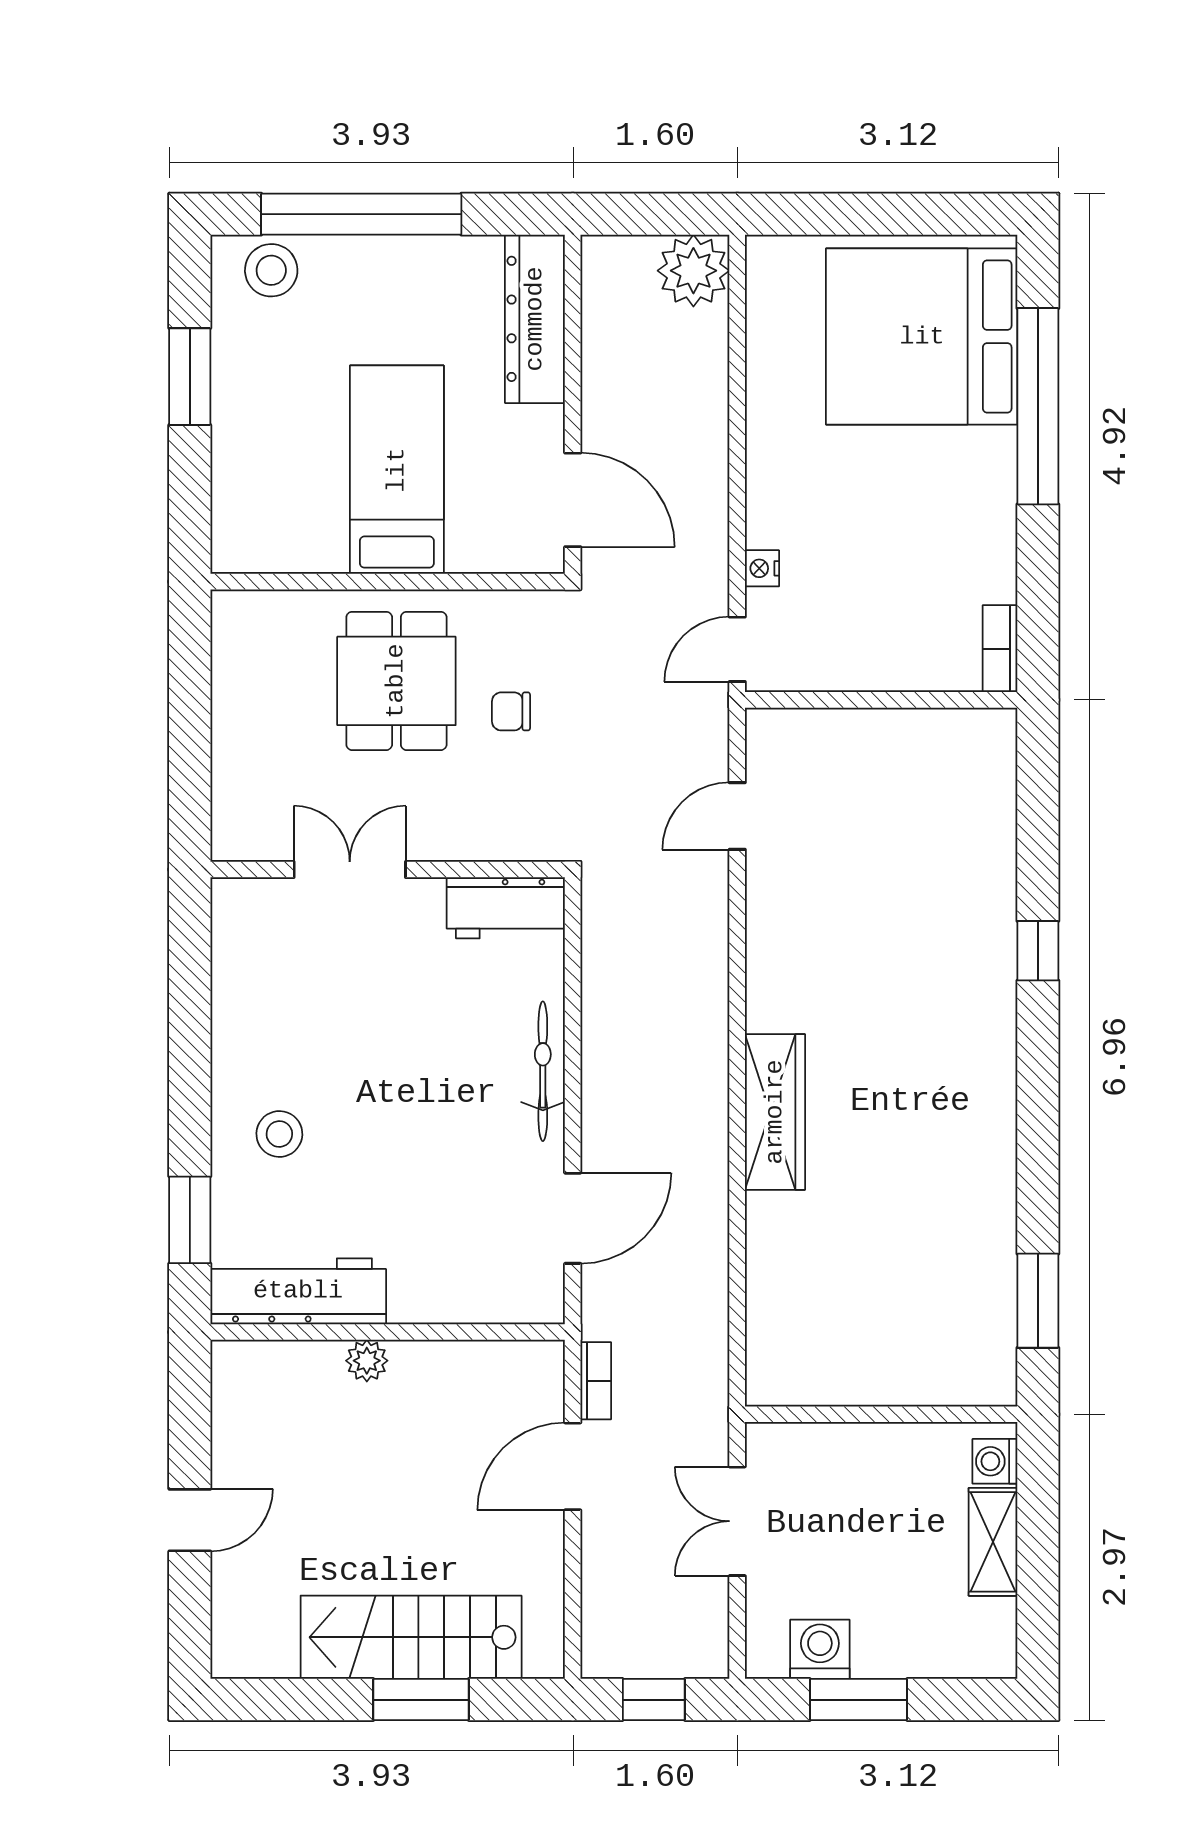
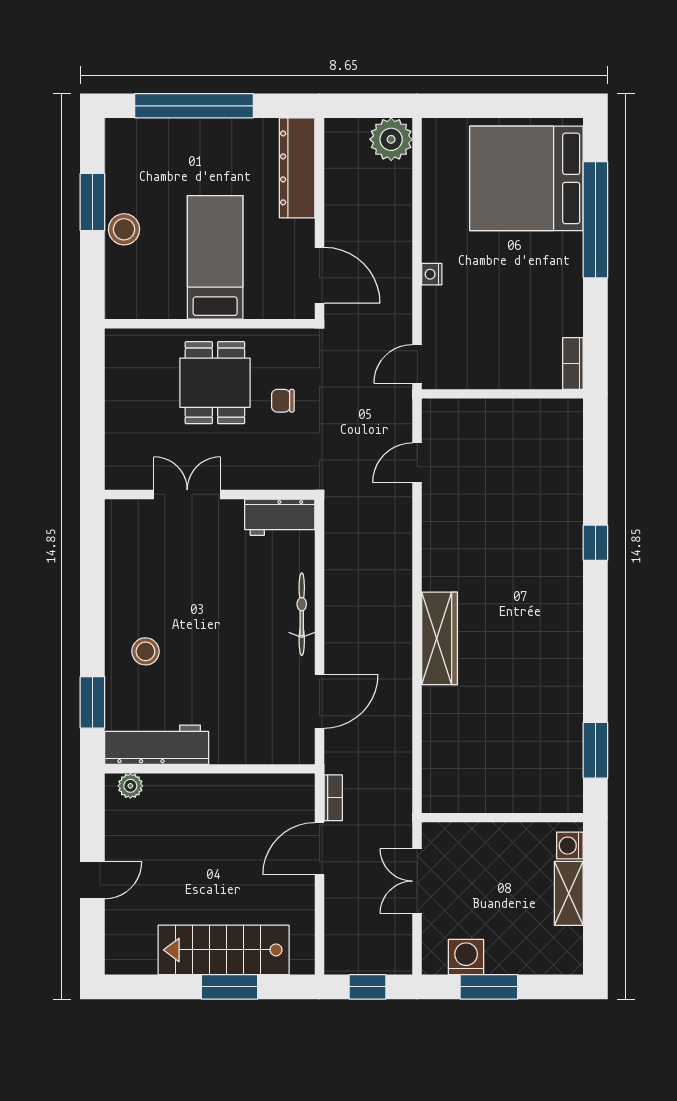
stool: (271, 270) -> (124, 229), moved
nightstand: (762, 568) -> (432, 274), moved
plant: (367, 1361) -> (130, 786), moved

